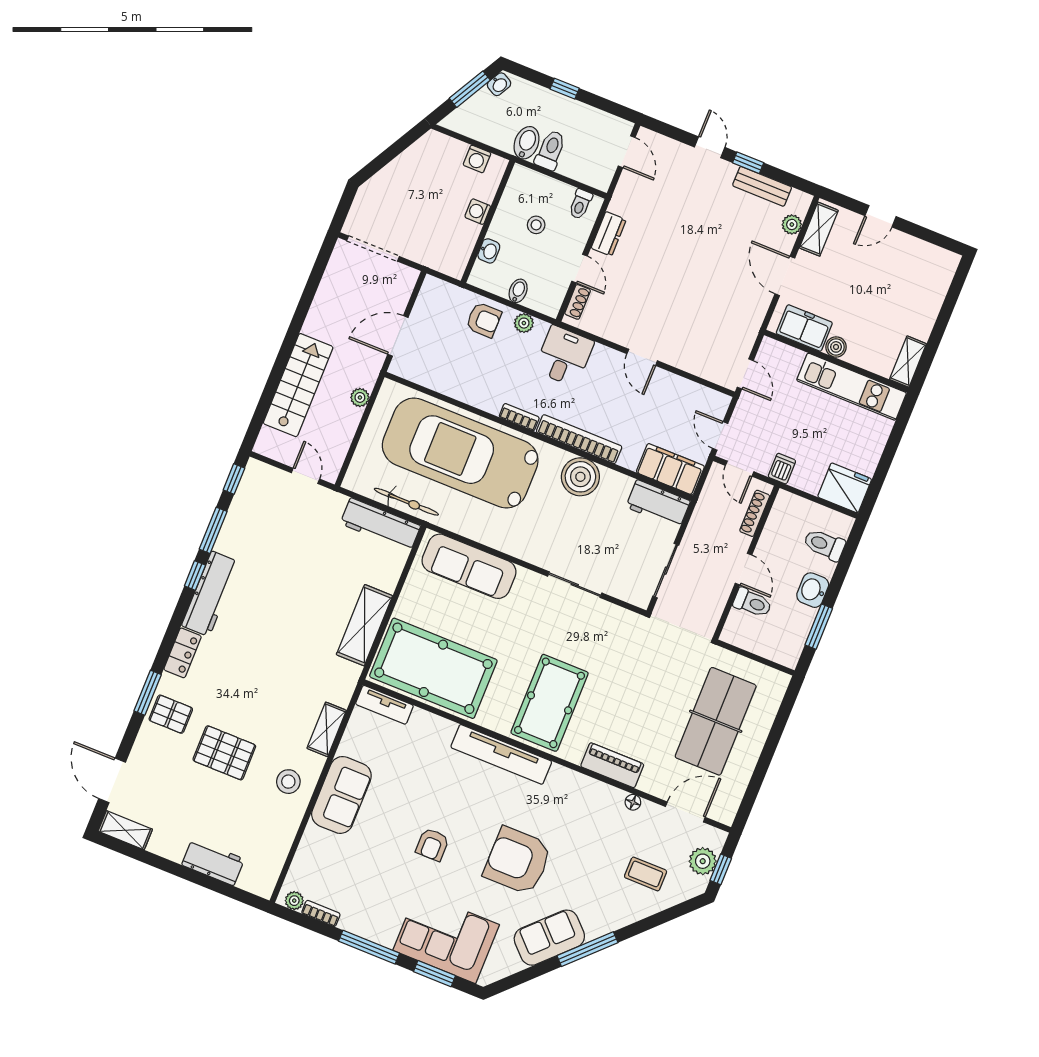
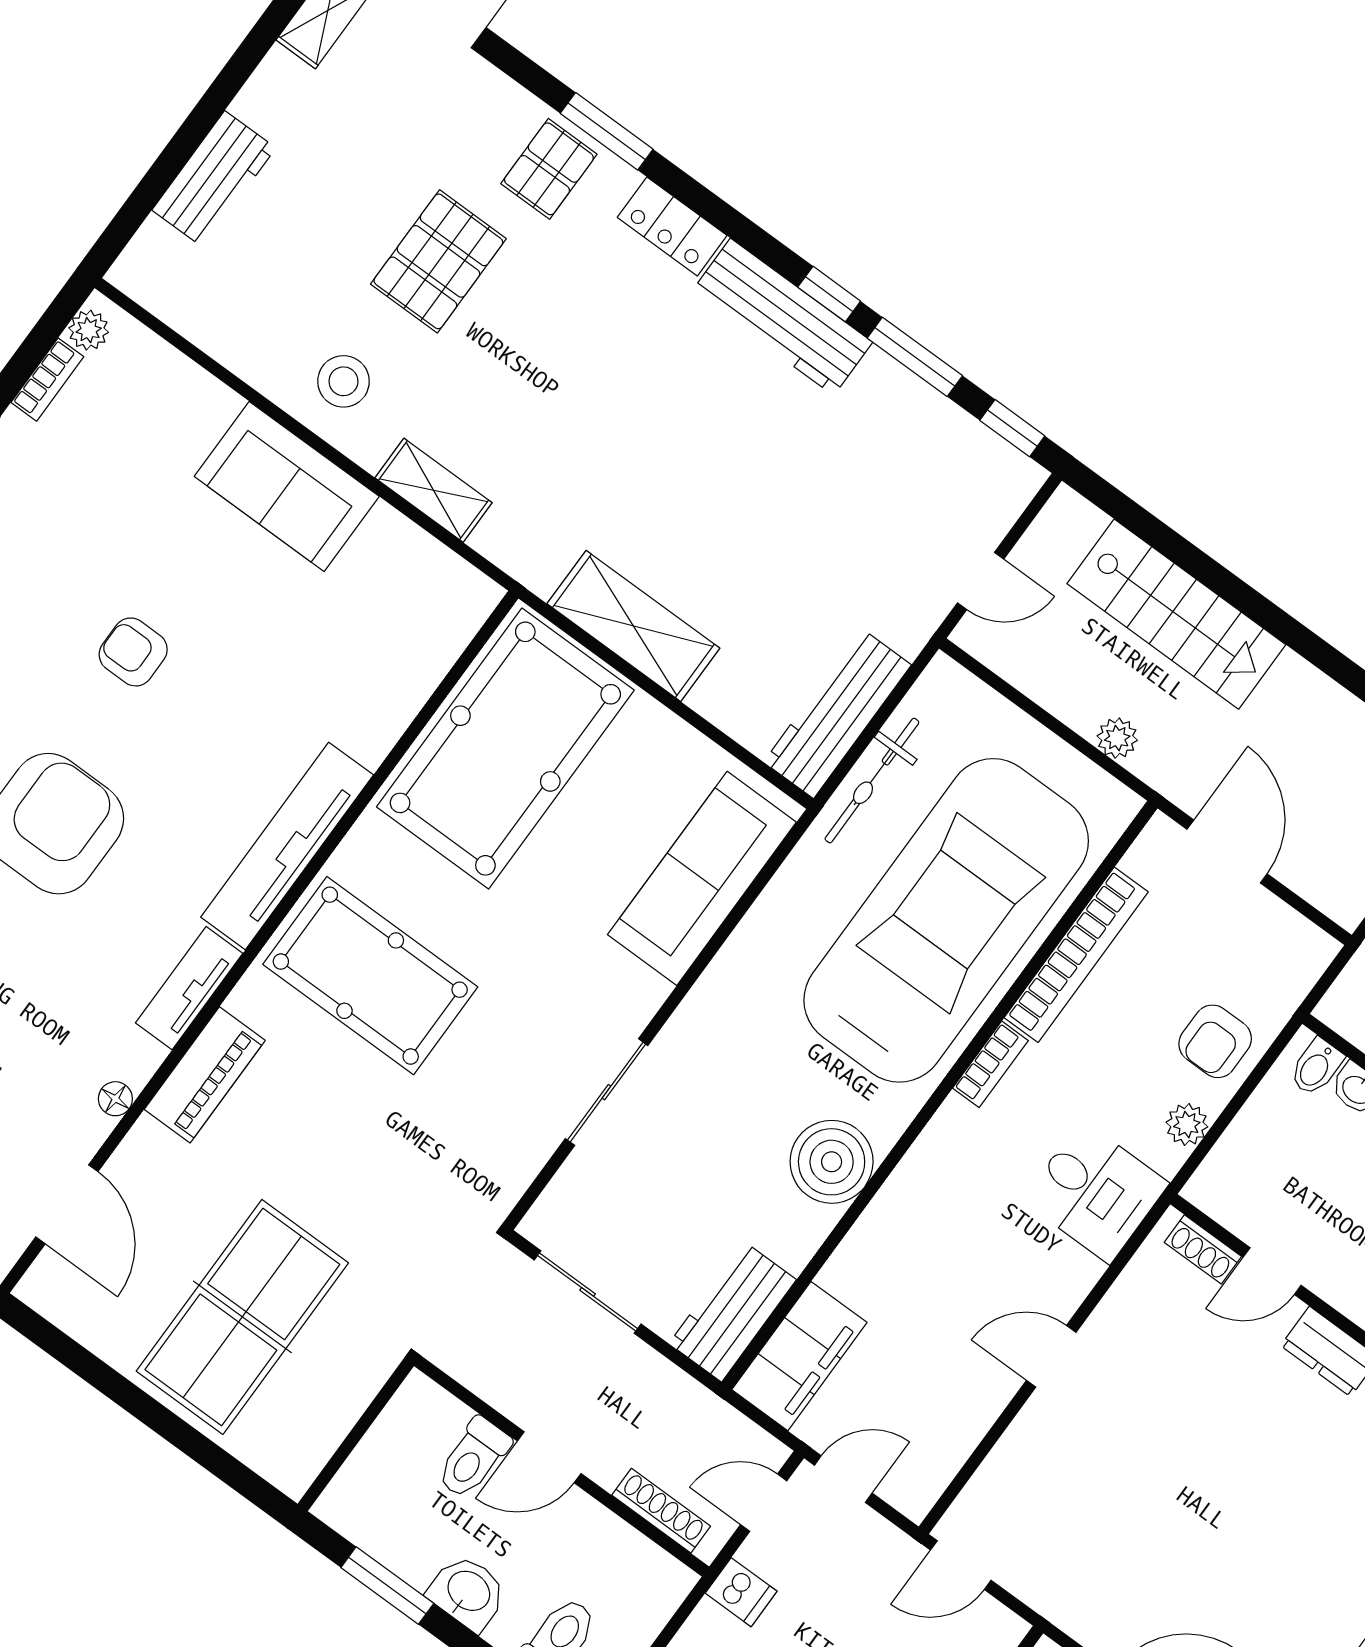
bidet: (518, 291) -> (1316, 1067), moved, turned 90
bookcase: (579, 439) -> (1076, 955), moved
tv unit: (384, 705) -> (189, 988), moved
table tennis table: (716, 721) -> (242, 1317), turned 90

